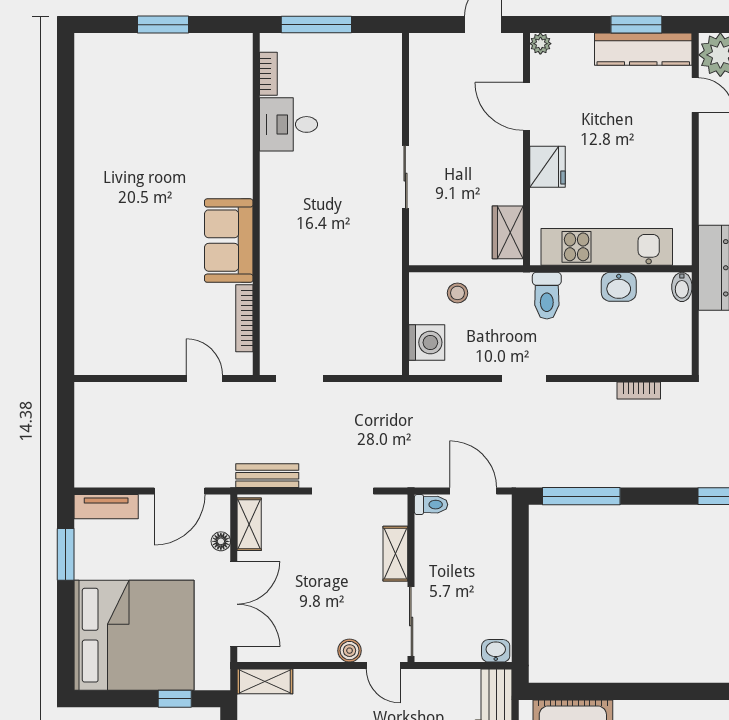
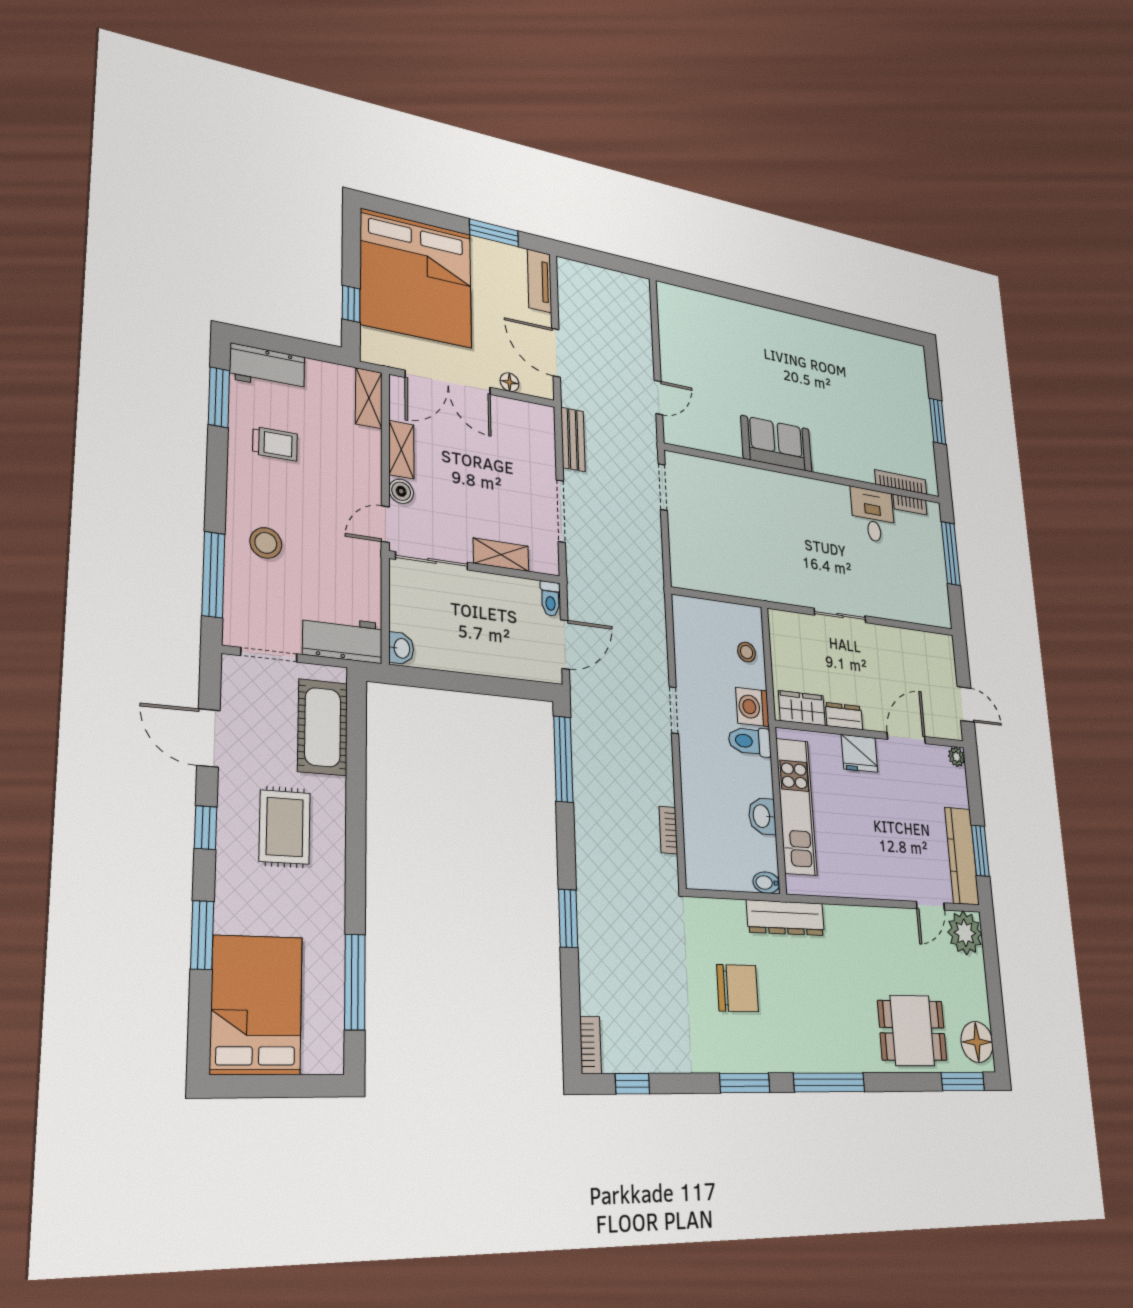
dresser: (511, 182) -> (844, 716), added
bookcase: (244, 318) -> (901, 482), moved
washing machine: (427, 342) -> (752, 707), moved, turned 90
shelving: (249, 524) -> (401, 450), moved, turned 90

